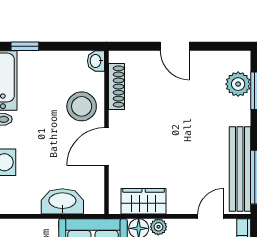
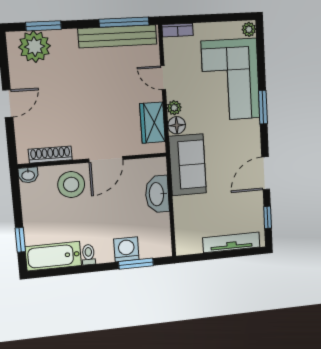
plant: (238, 84) -> (35, 47), width x1.36, depth x1.36
door: (107, 147) -> (106, 159), hinge flipped
door: (211, 216) -> (163, 78), moved

